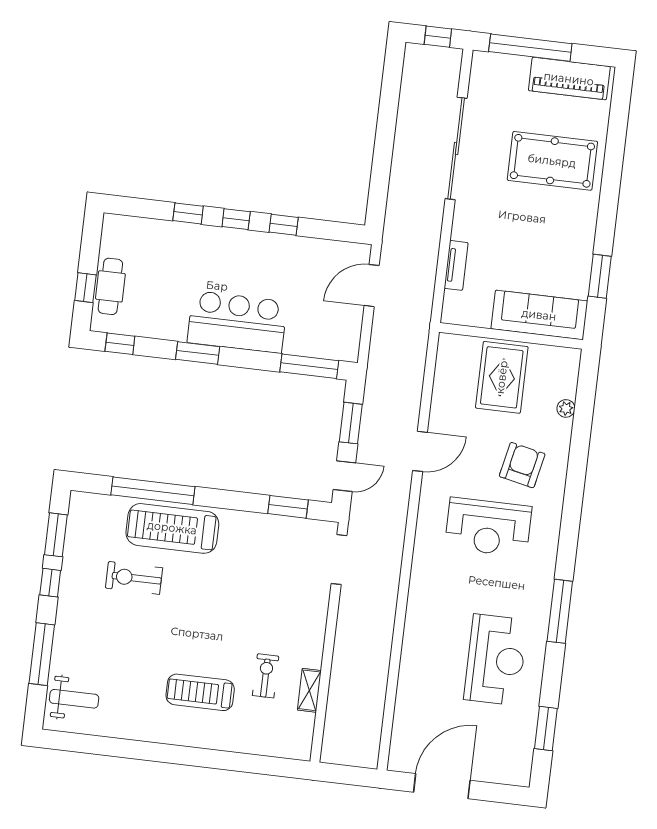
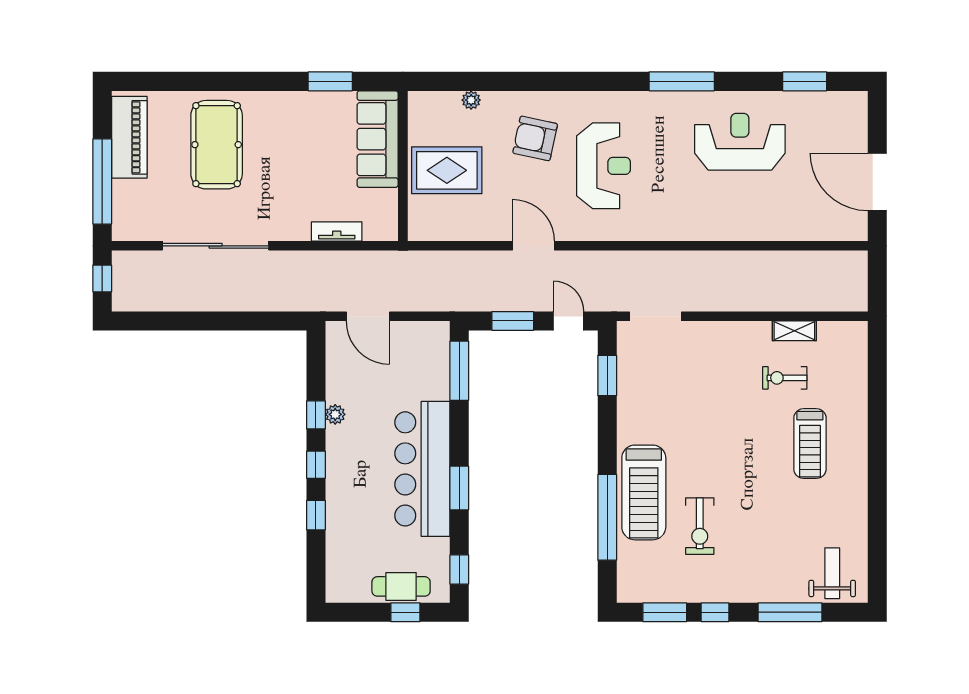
plant: (282, 243) -> (335, 414), added
bar counter: (237, 322) -> (422, 469), width x1.36

